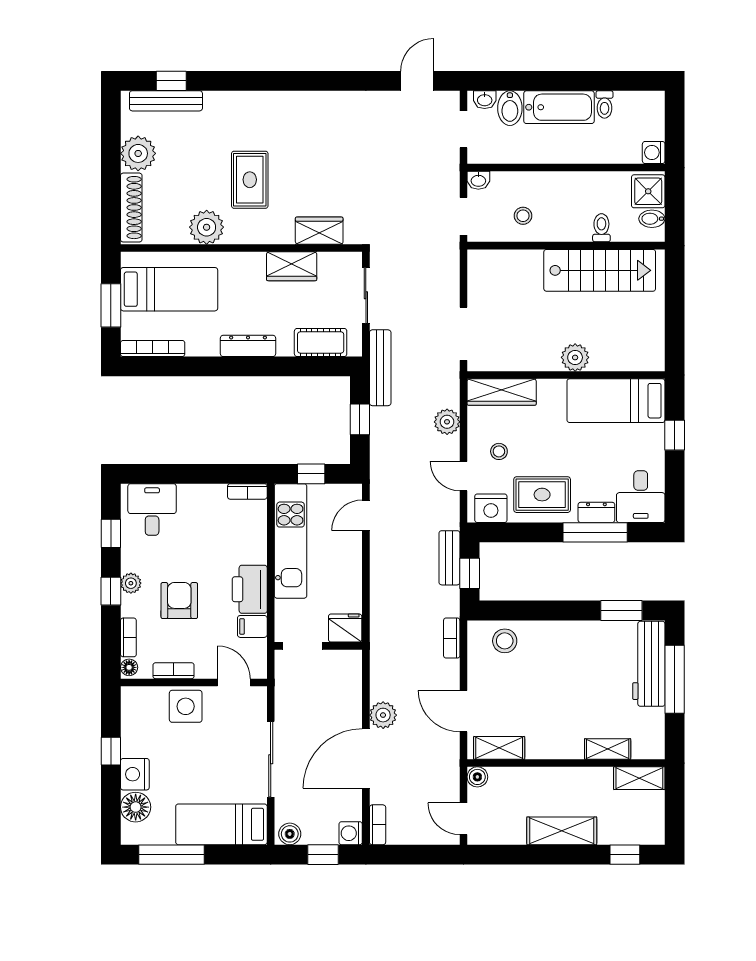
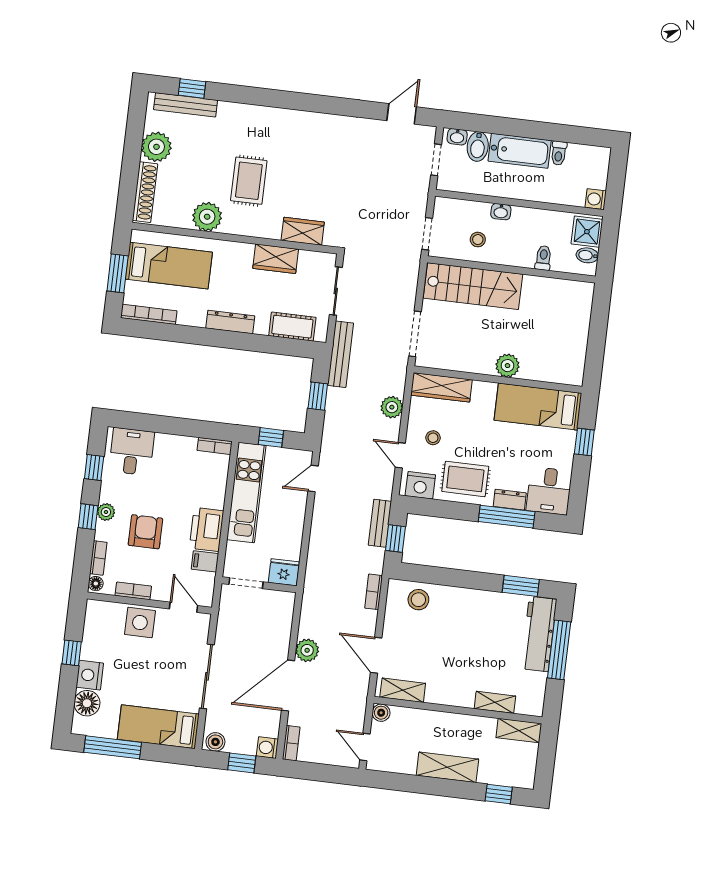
washbasin: (478, 180) -> (501, 212), moved
stairs: (600, 270) -> (473, 286), moved

